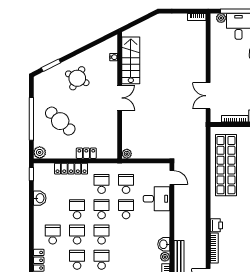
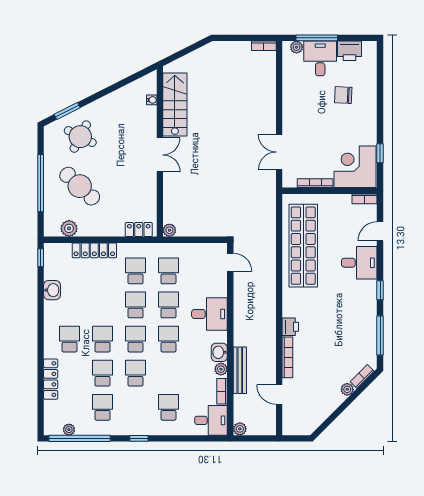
round table: (77, 78) -> (80, 137), moved
plant: (40, 152) -> (69, 228), moved
locker: (86, 153) -> (139, 230), moved
desk: (156, 199) -> (209, 314), moved
school desk: (77, 209) -> (168, 339), moved

